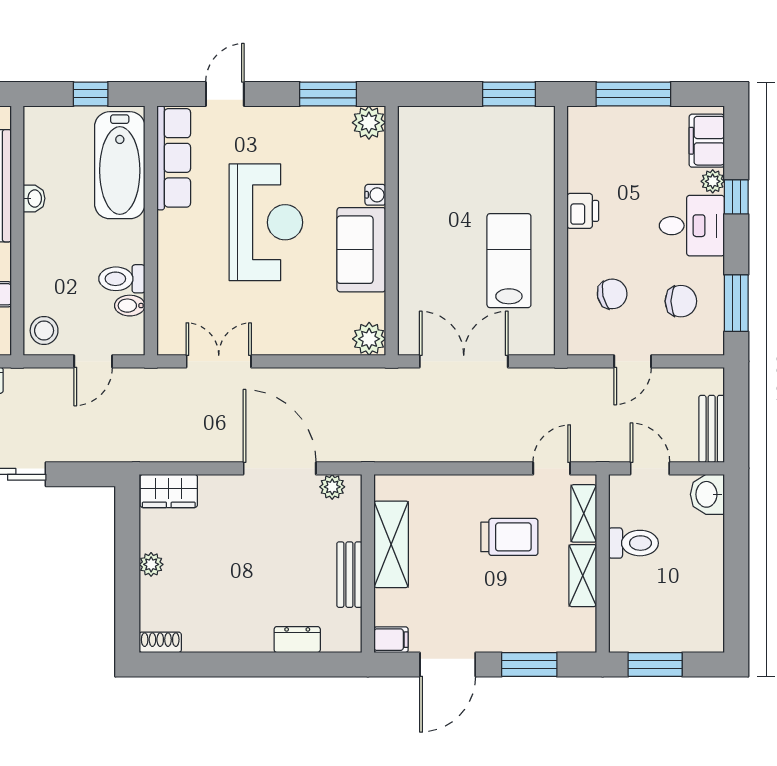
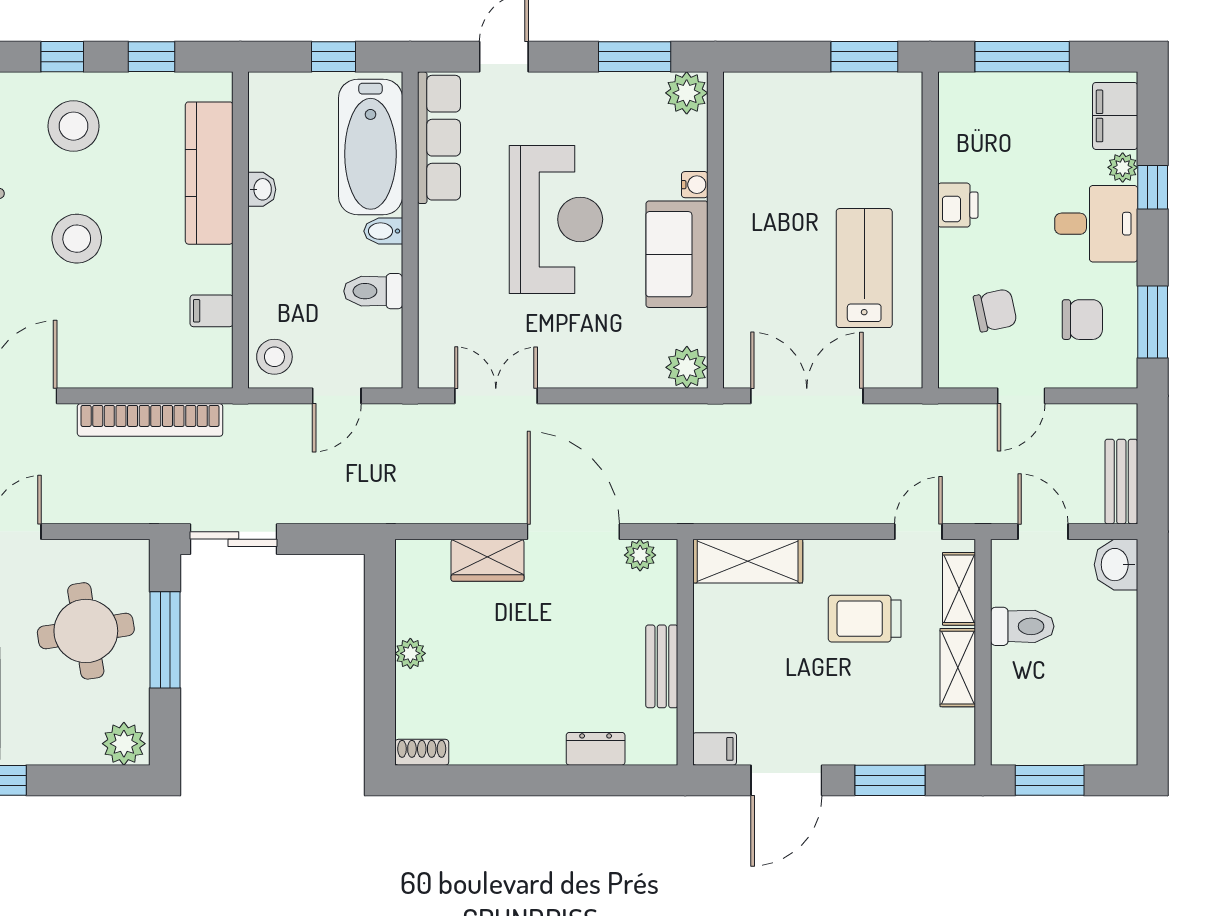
bidet: (130, 306) -> (383, 231), moved
wardrobe: (169, 491) -> (488, 560), moved
trolley: (509, 537) -> (865, 619), turned 180
shelving: (391, 544) -> (748, 561), moved, turned 90

